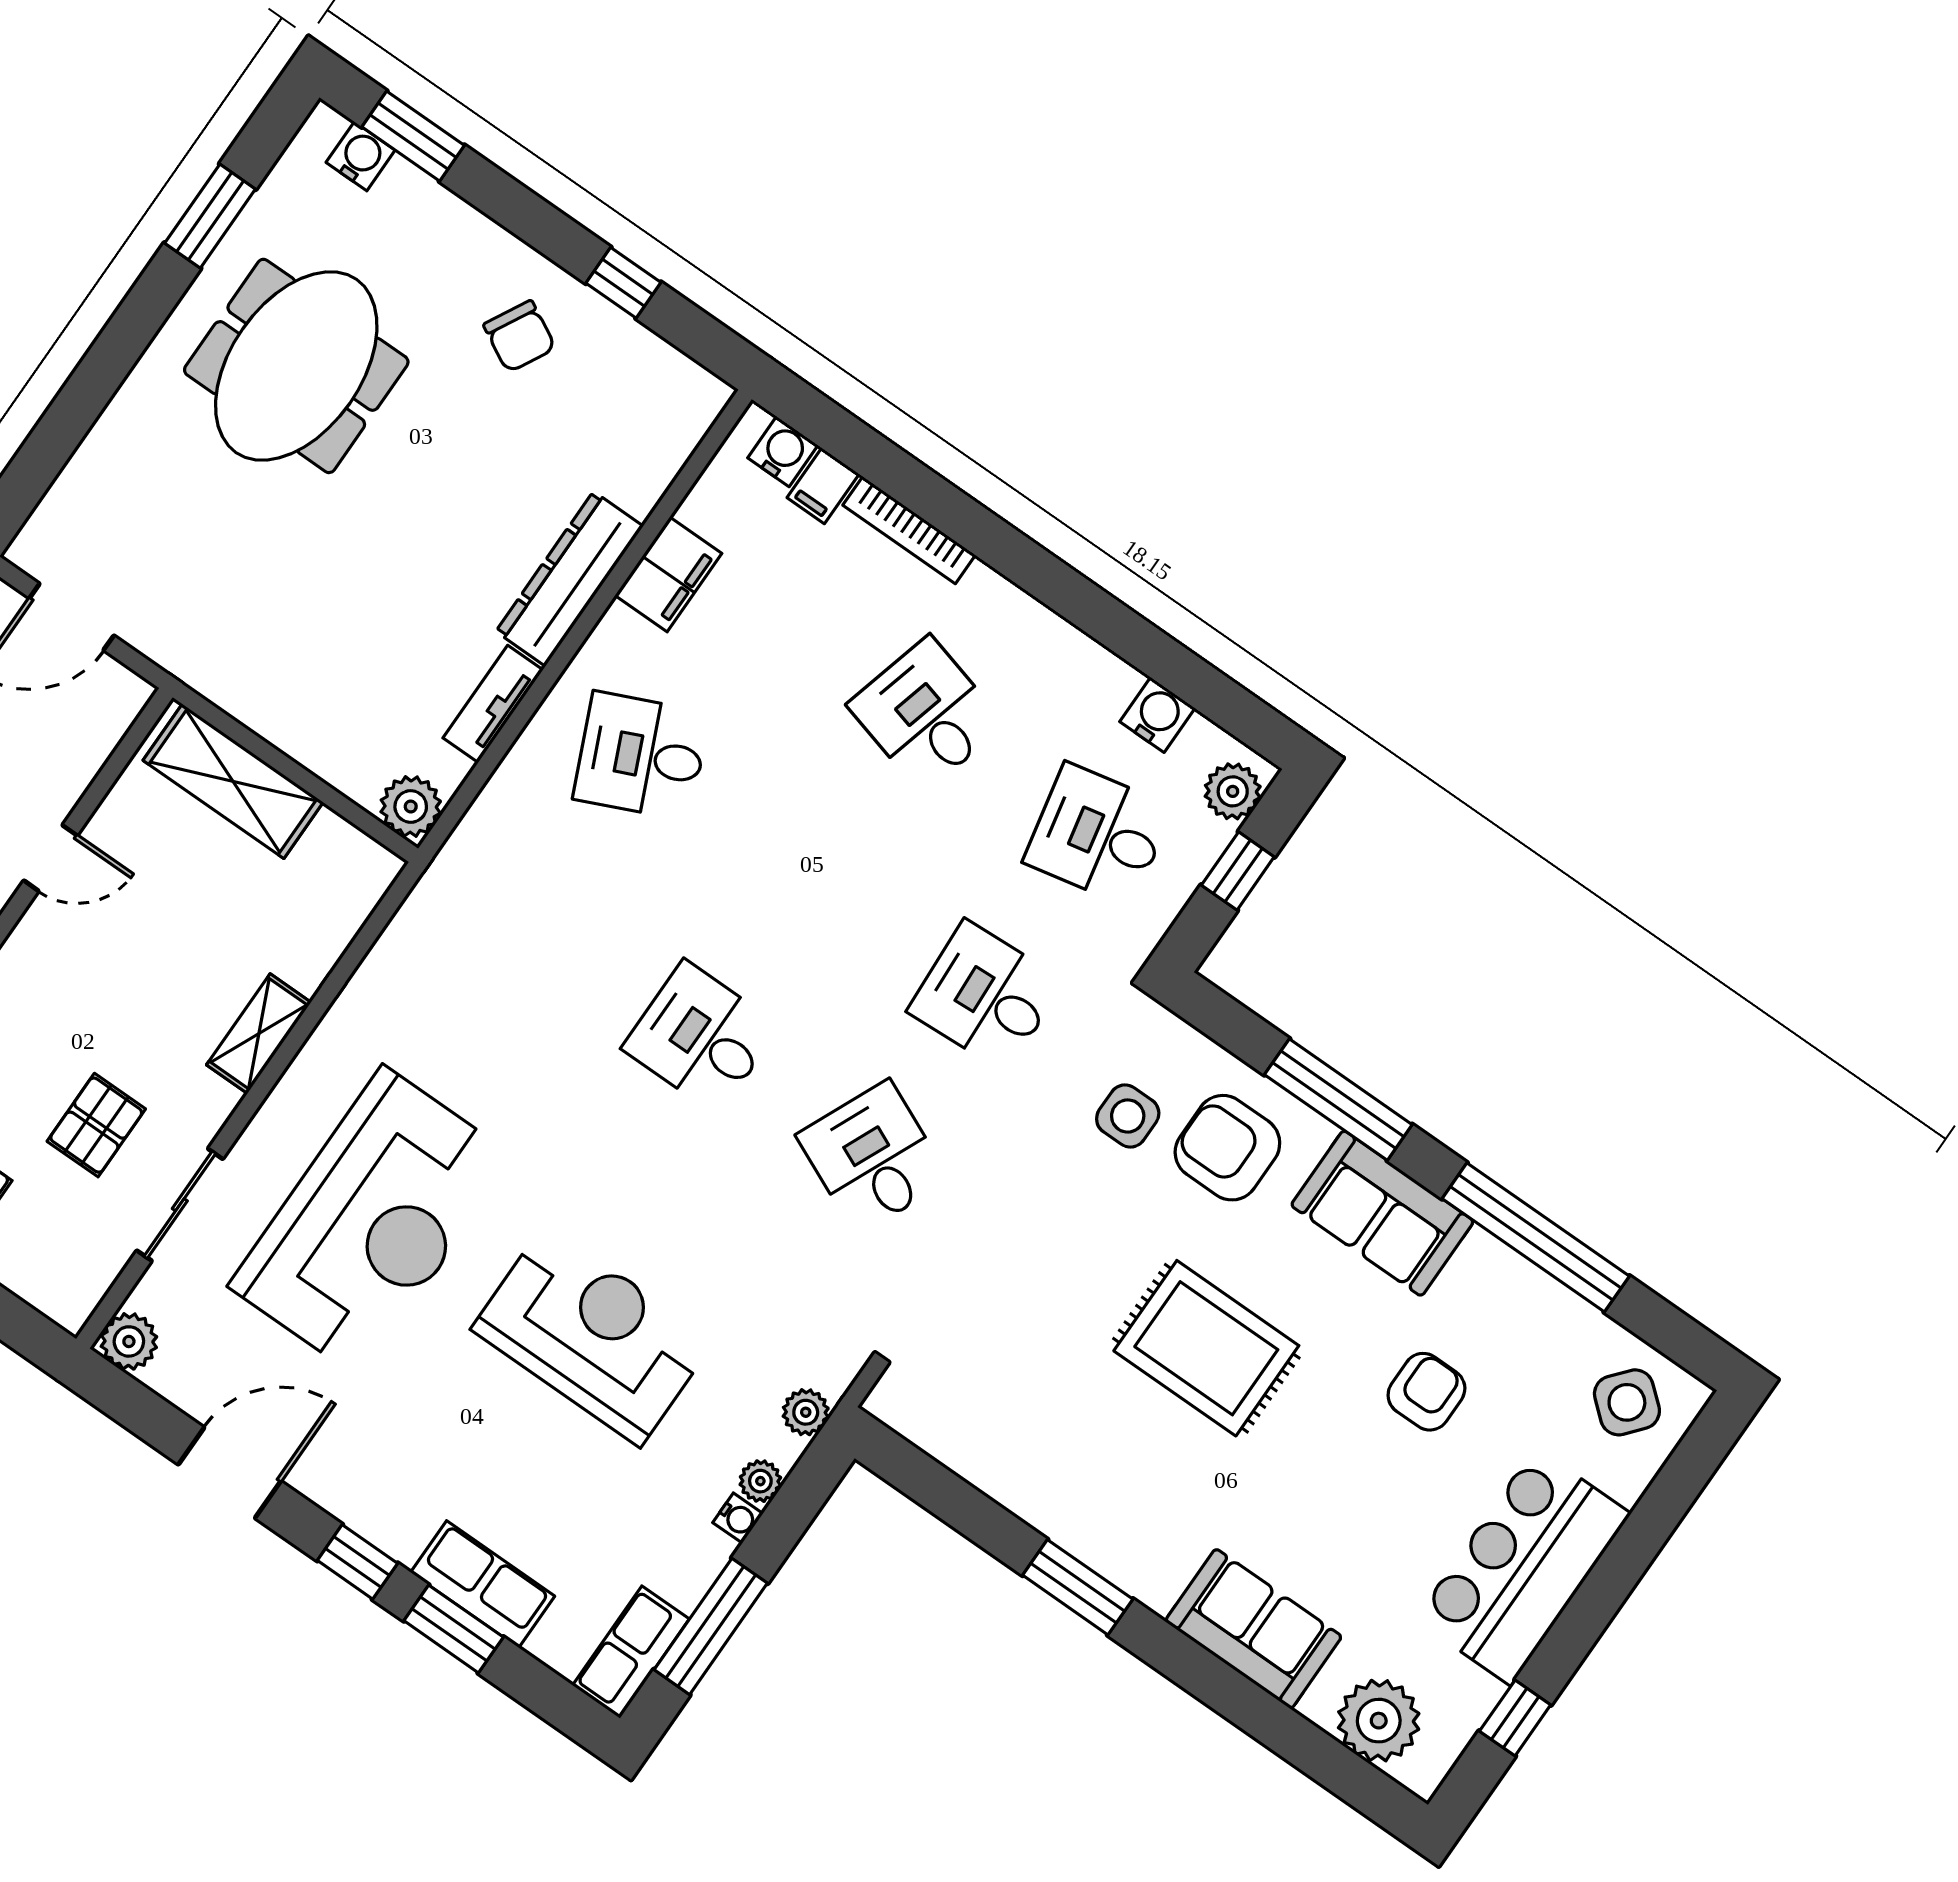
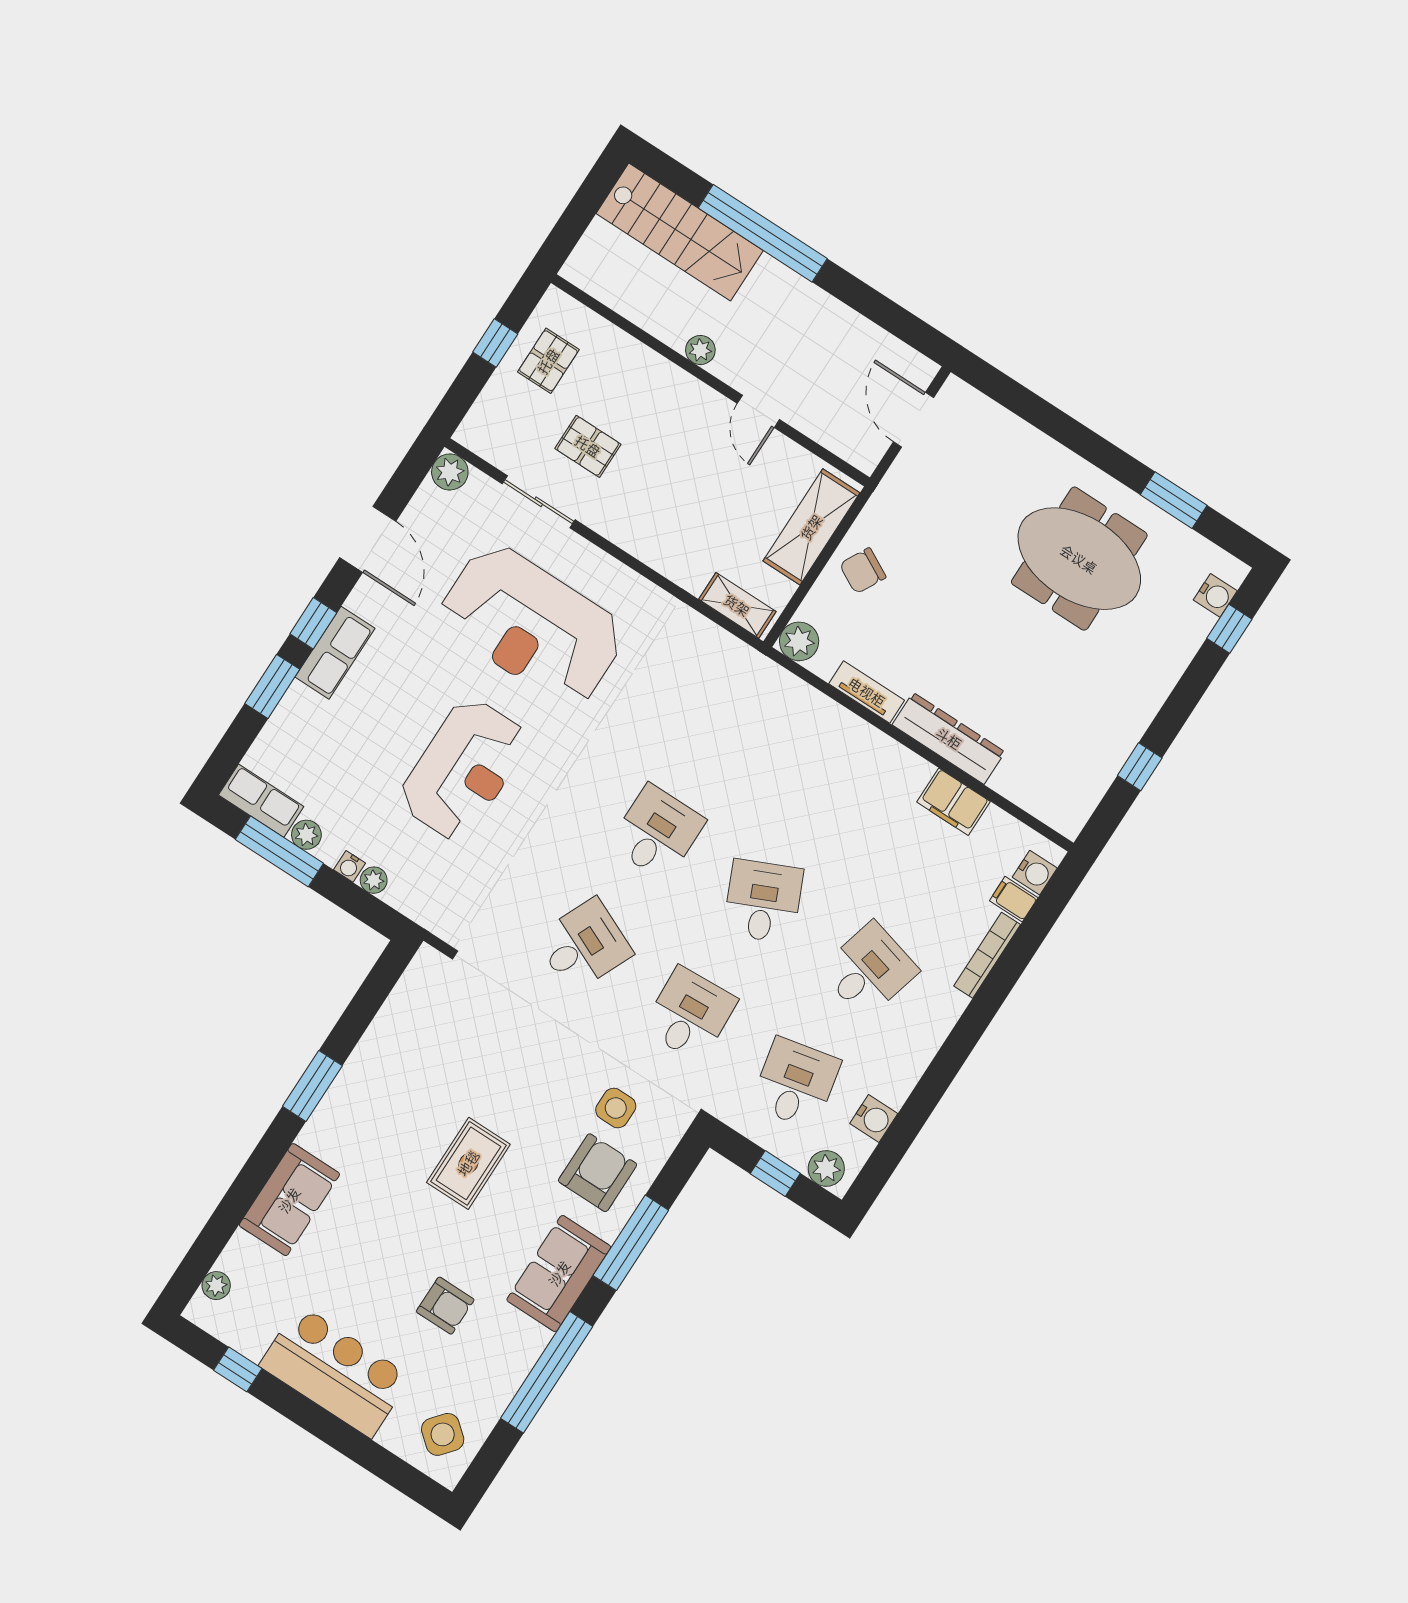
window: (413, 136) -> (1229, 629), width x0.67
chair: (520, 336) -> (863, 571), moved
desk: (641, 756) -> (763, 901), moved
shelving: (259, 1034) -> (737, 605), moved
rug: (1206, 1348) -> (468, 1163), width x0.73, depth x0.70
plant: (806, 1412) -> (306, 835), moved
row of seats: (483, 1584) -> (335, 653), moved
plant: (1379, 1721) -> (216, 1286), width x0.53, depth x0.53

